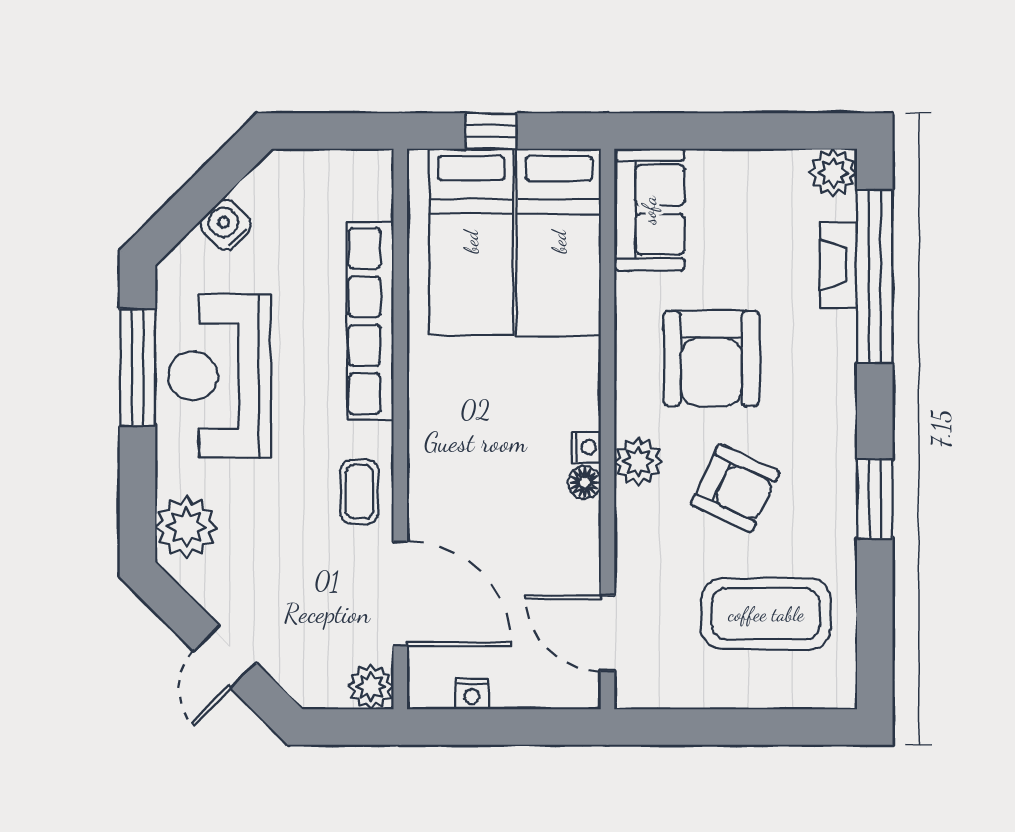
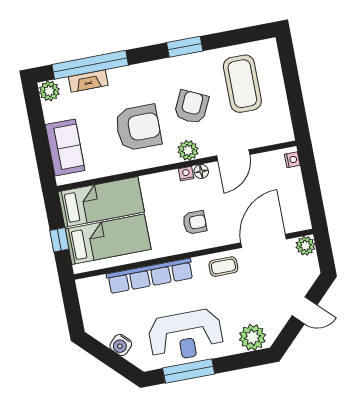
sofa: (649, 210) -> (65, 148), moved, turned 90
armchair: (472, 445) -> (195, 222), added
door: (608, 633) -> (233, 155), moved
nightstand: (472, 694) -> (292, 160), moved

